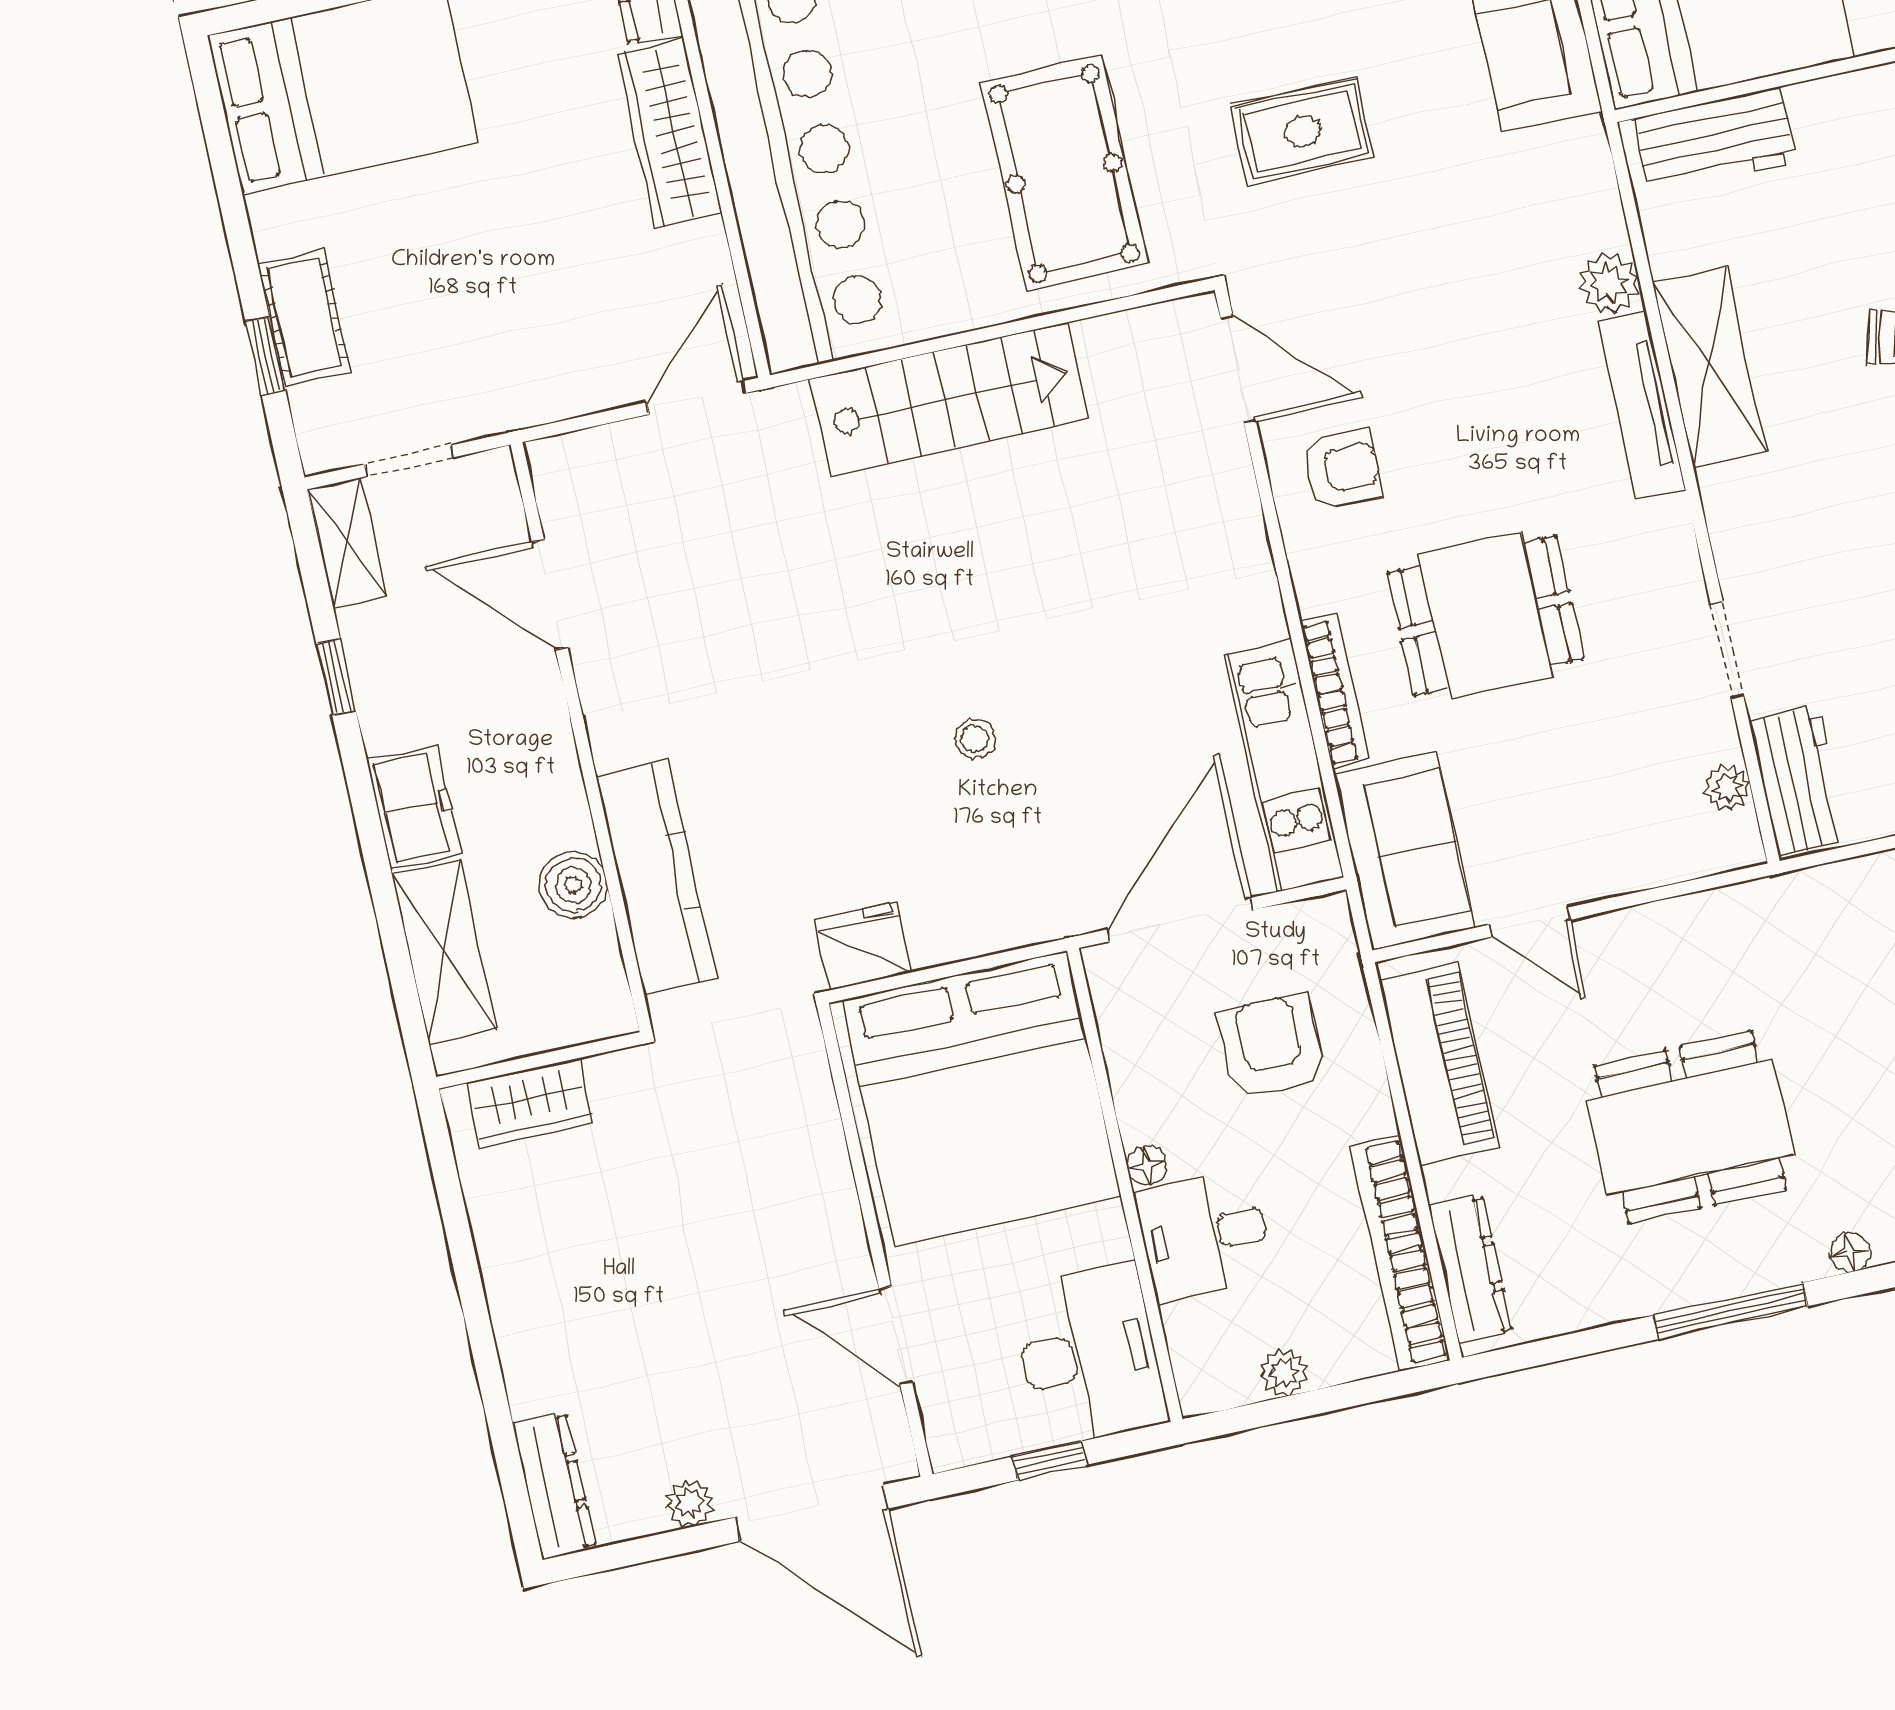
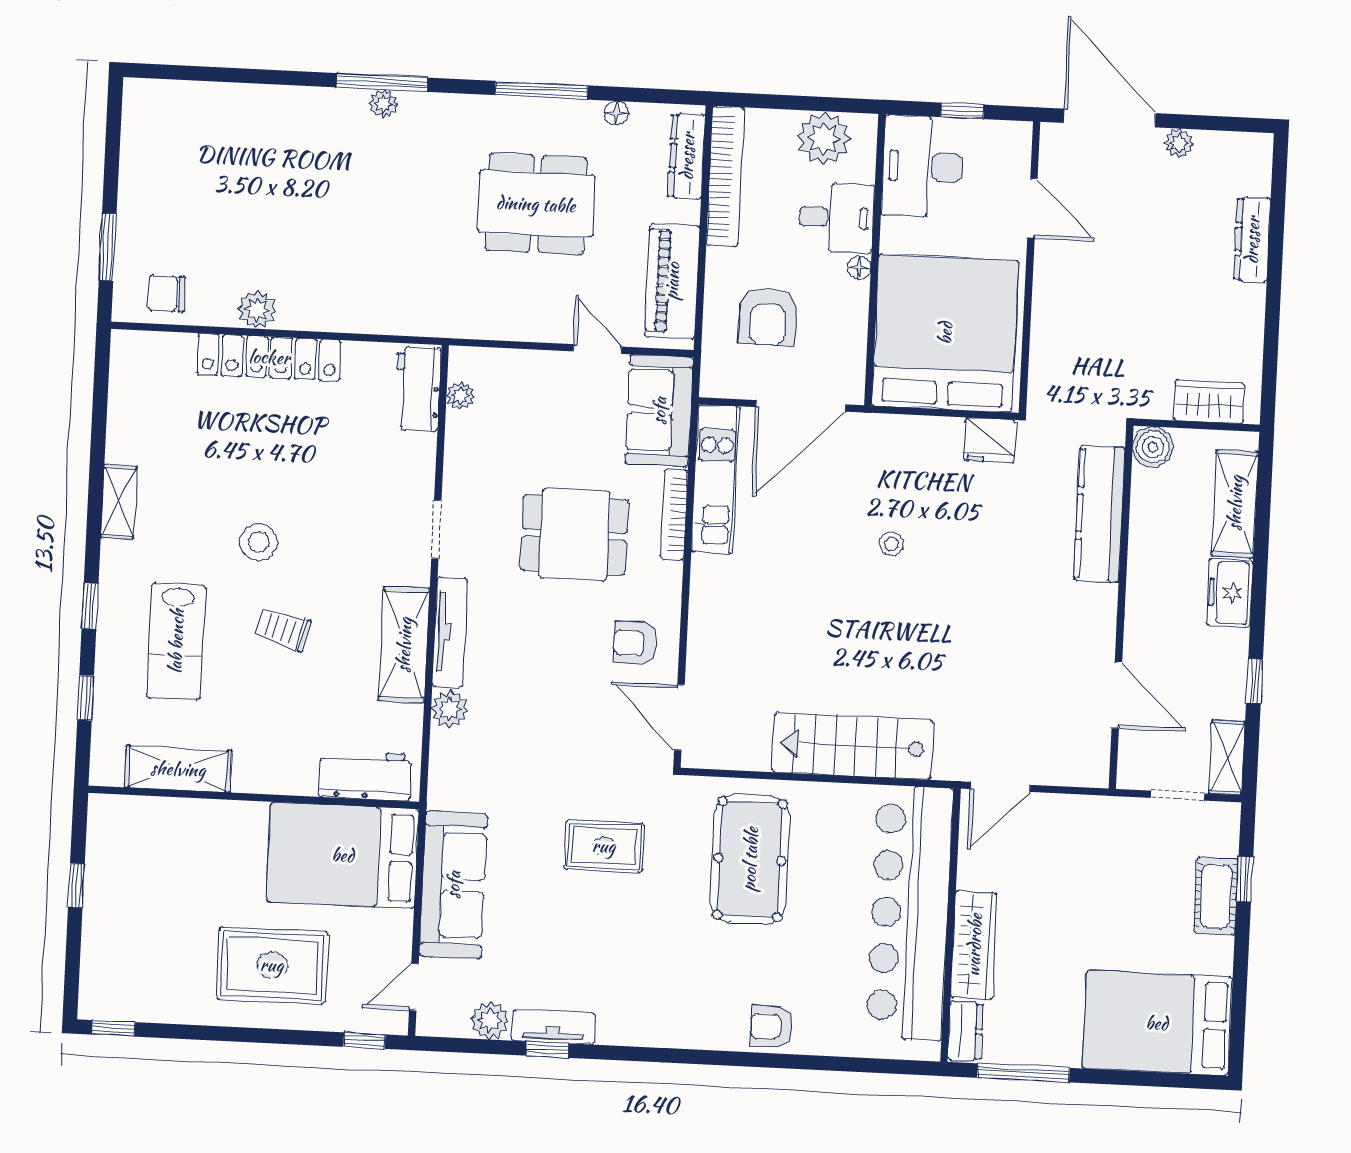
doorway: (1727, 650) -> (436, 529), moved
boiler: (573, 885) -> (1153, 447), moved
floor lamp: (1850, 1252) -> (616, 113), moved
plant: (1284, 1373) -> (824, 138), width x1.88, depth x1.88
dresser: (554, 1486) -> (1252, 240), moved

